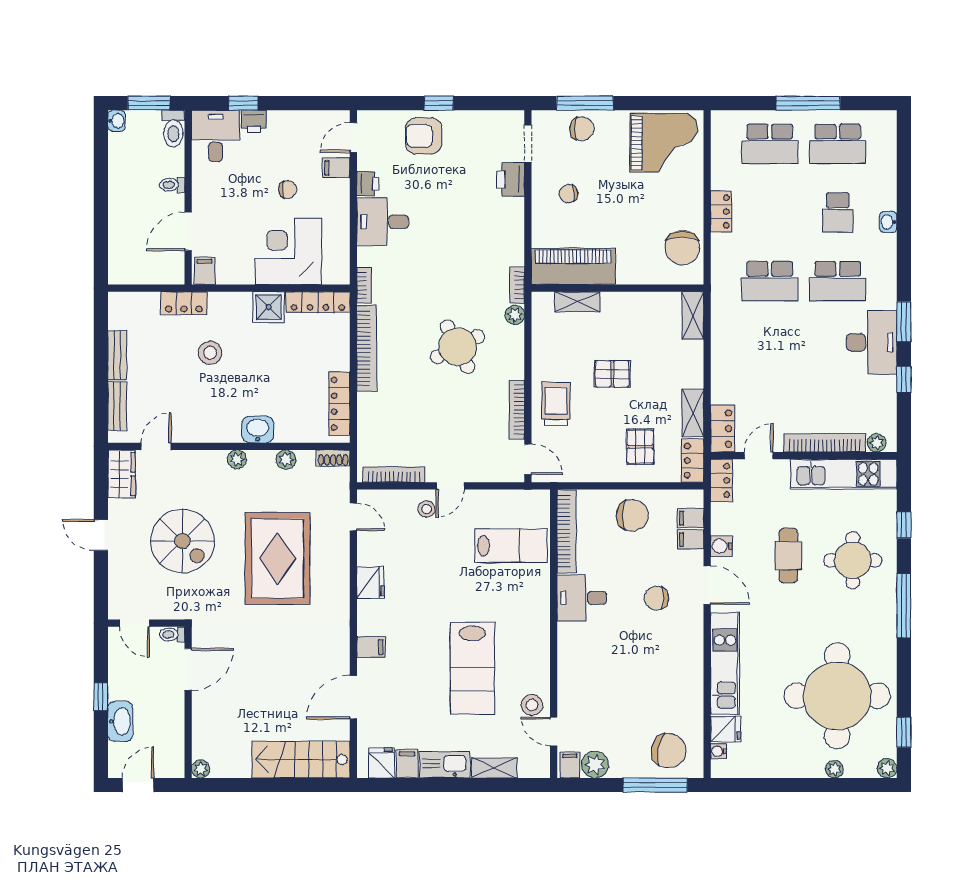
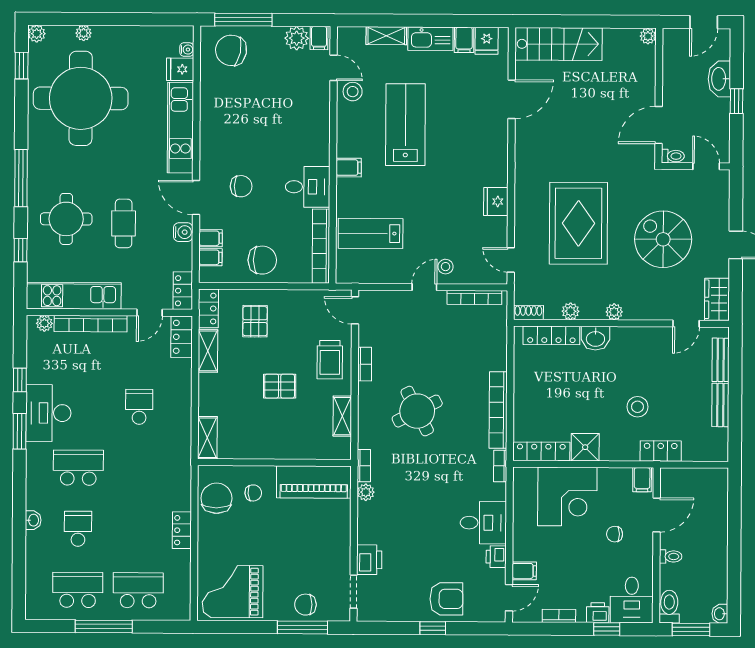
bookcase: (297, 117) -> (559, 616), added
chair: (288, 190) -> (615, 534), moved
chair: (569, 194) -> (253, 493), moved
school desk: (770, 281) -> (139, 407), moved, width x0.54
shelving: (577, 302) -> (342, 416), moved, turned 90
plant: (515, 315) -> (366, 492), moved
locker: (339, 404) -> (551, 335), moved, turned 90
bookcase: (517, 410) -> (365, 364), width x0.64
chair: (632, 515) -> (262, 260), turned 180
filing cabinet: (371, 647) -> (349, 168), moved, turned 180

